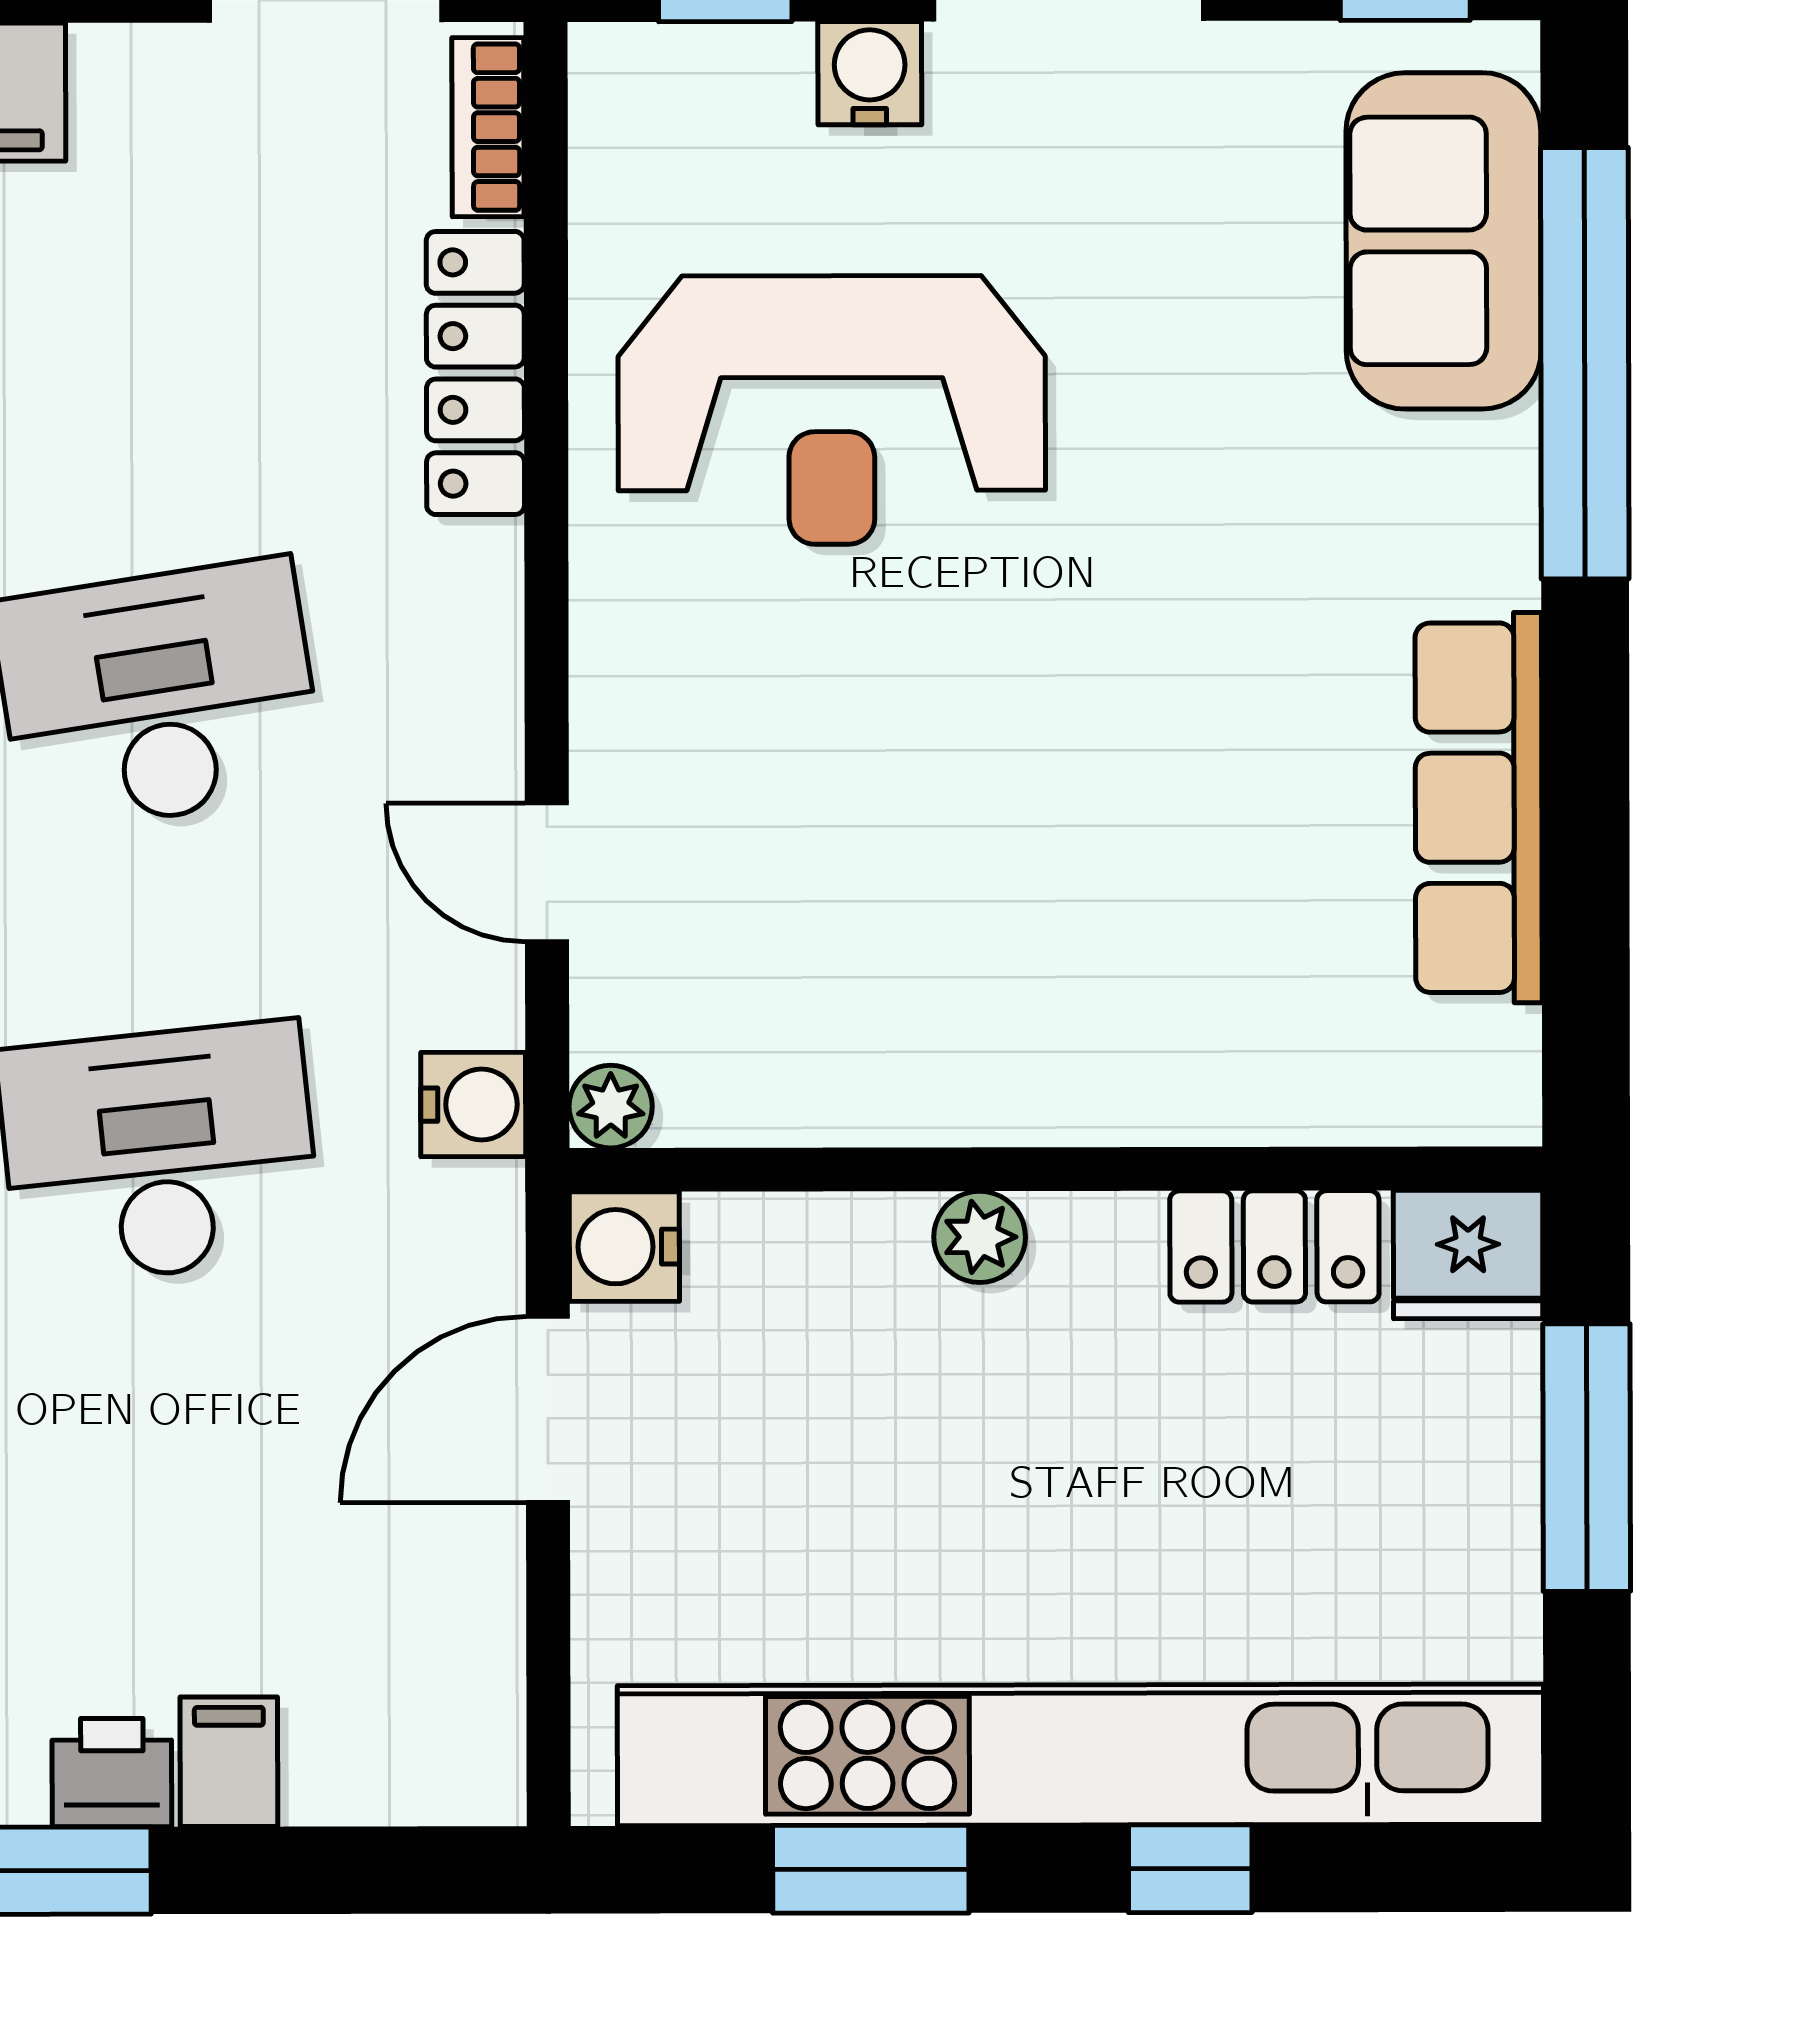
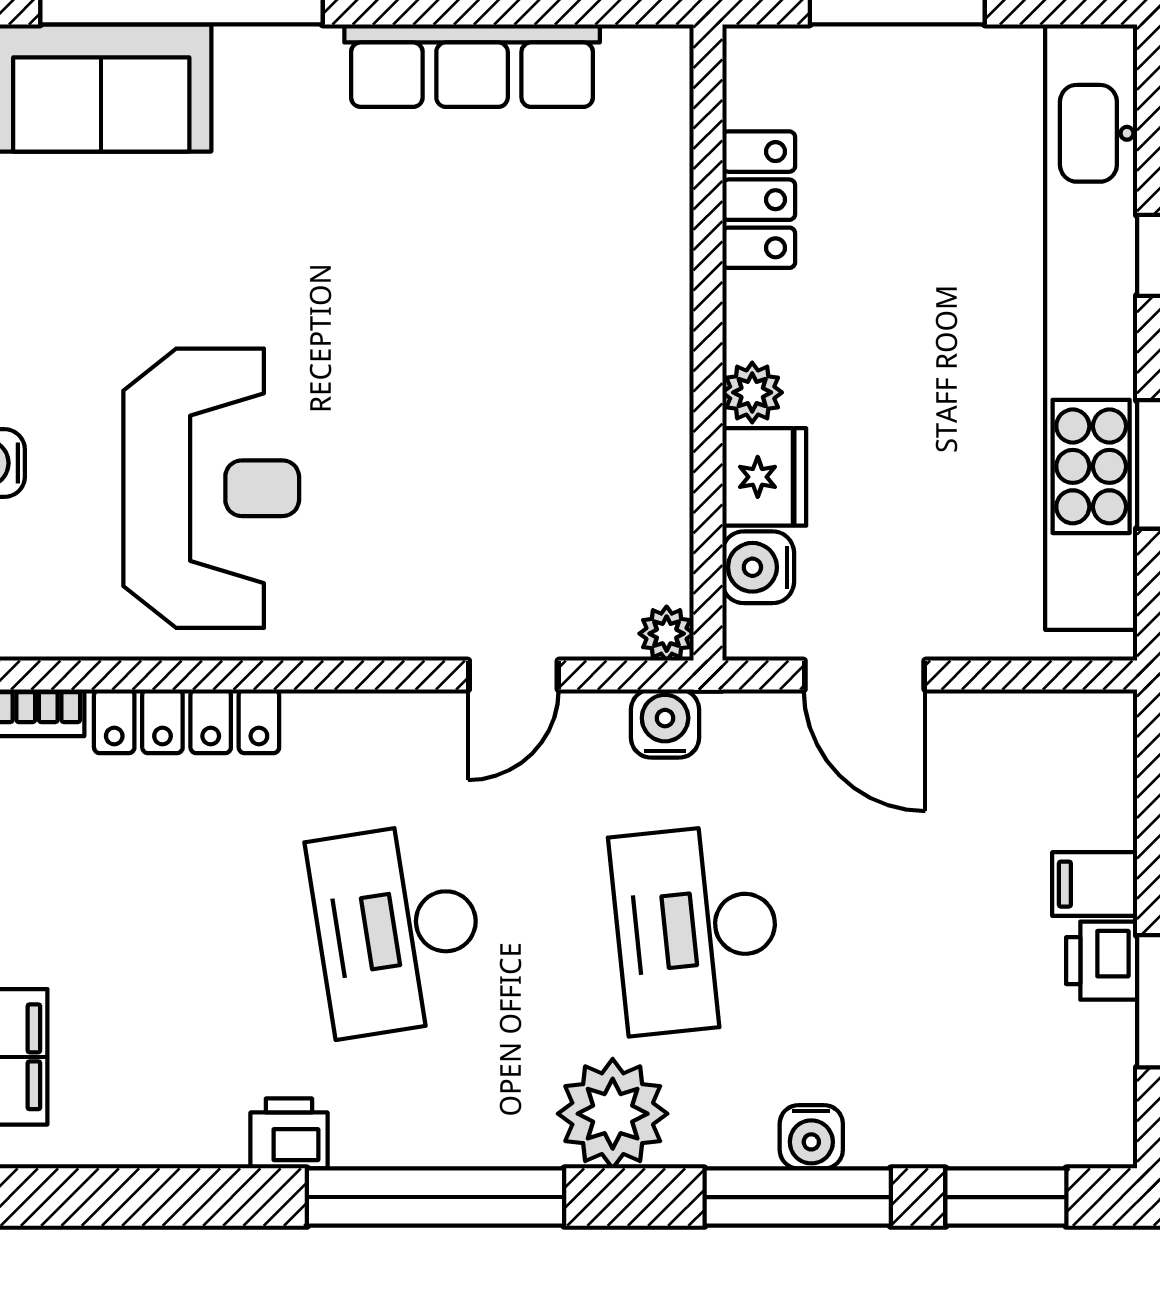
water cooler: (624, 1247) -> (758, 567), moved, turned 90
fridge: (1468, 1254) -> (764, 477), moved

